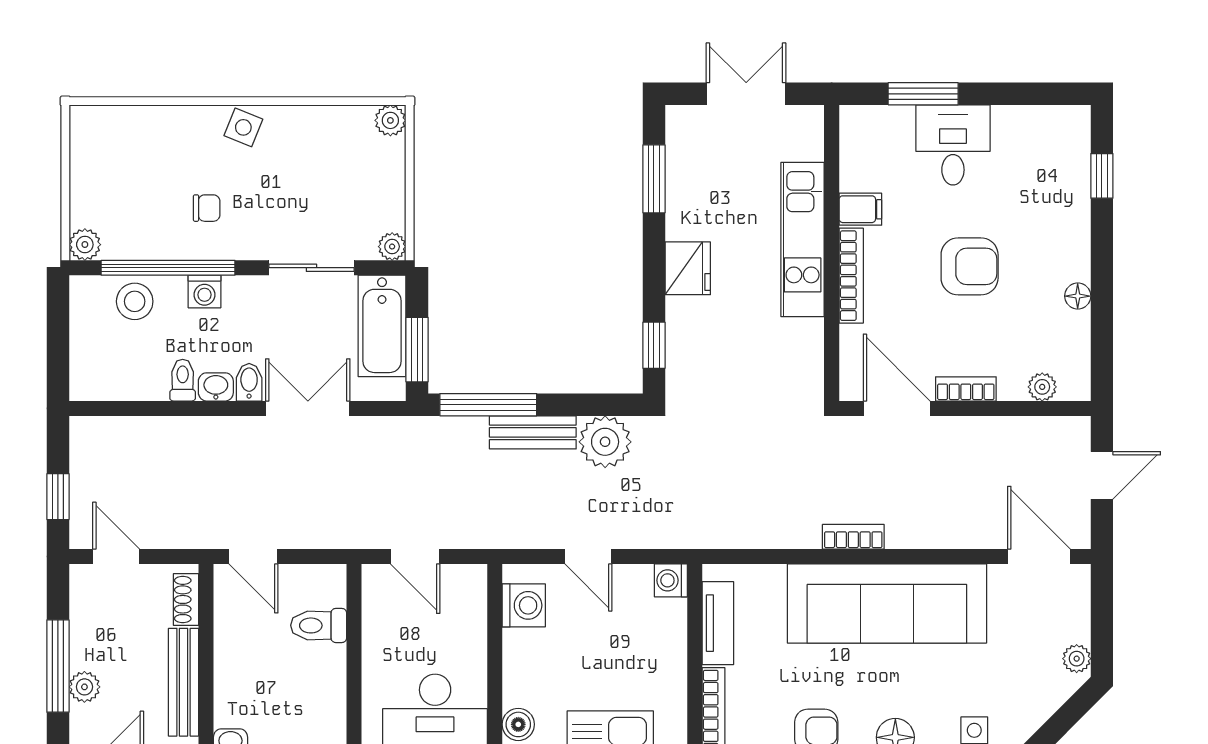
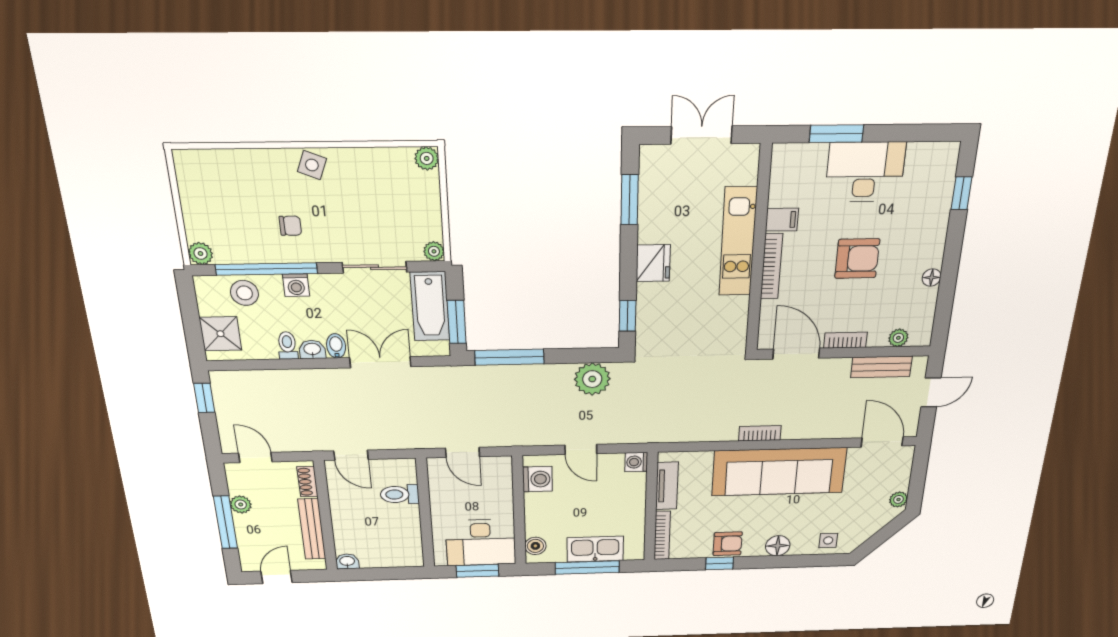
desk: (953, 145) -> (865, 172), width x1.37
shower: (94, 361) -> (220, 334), added
bench: (533, 432) -> (881, 367), moved
window: (58, 497) -> (204, 398), moved
plant: (84, 687) -> (241, 504), moved

